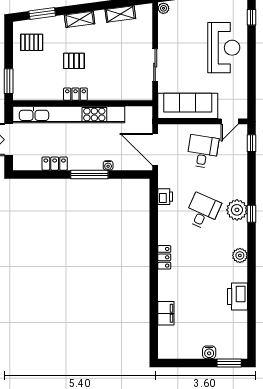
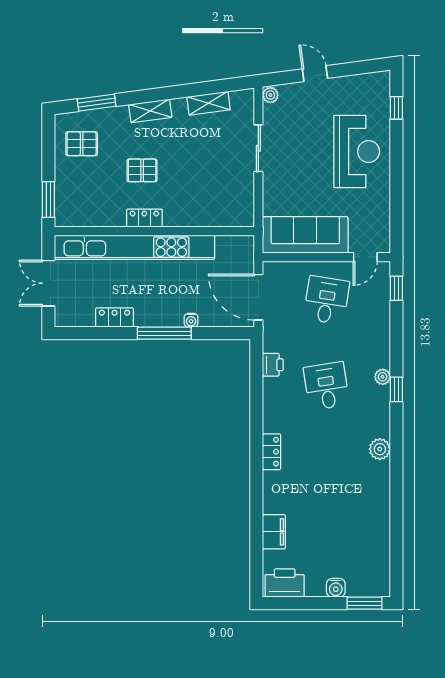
sliding door: (155, 65) -> (258, 148), moved
plant: (237, 210) -> (383, 377), width x0.53, depth x0.53
desk: (203, 211) -> (326, 386), turned -33
printer: (237, 297) -> (285, 583), moved, turned 90

